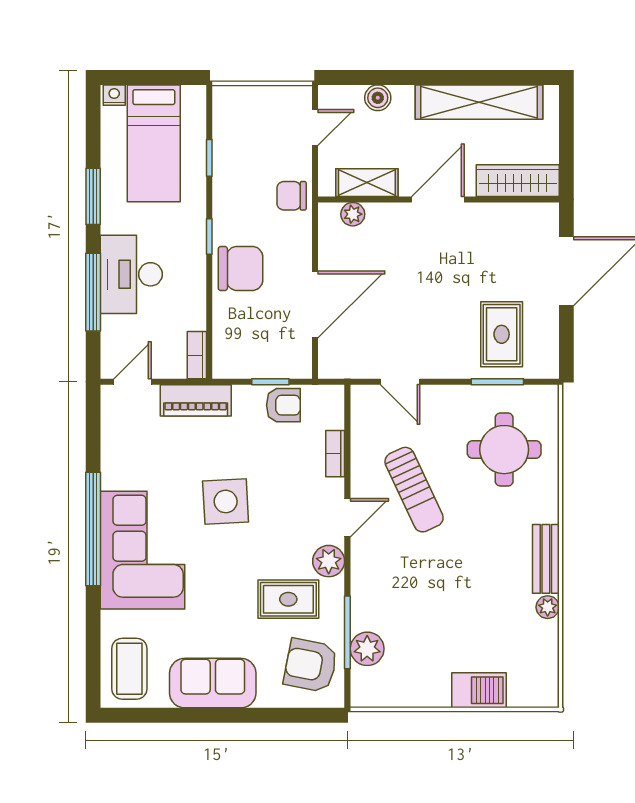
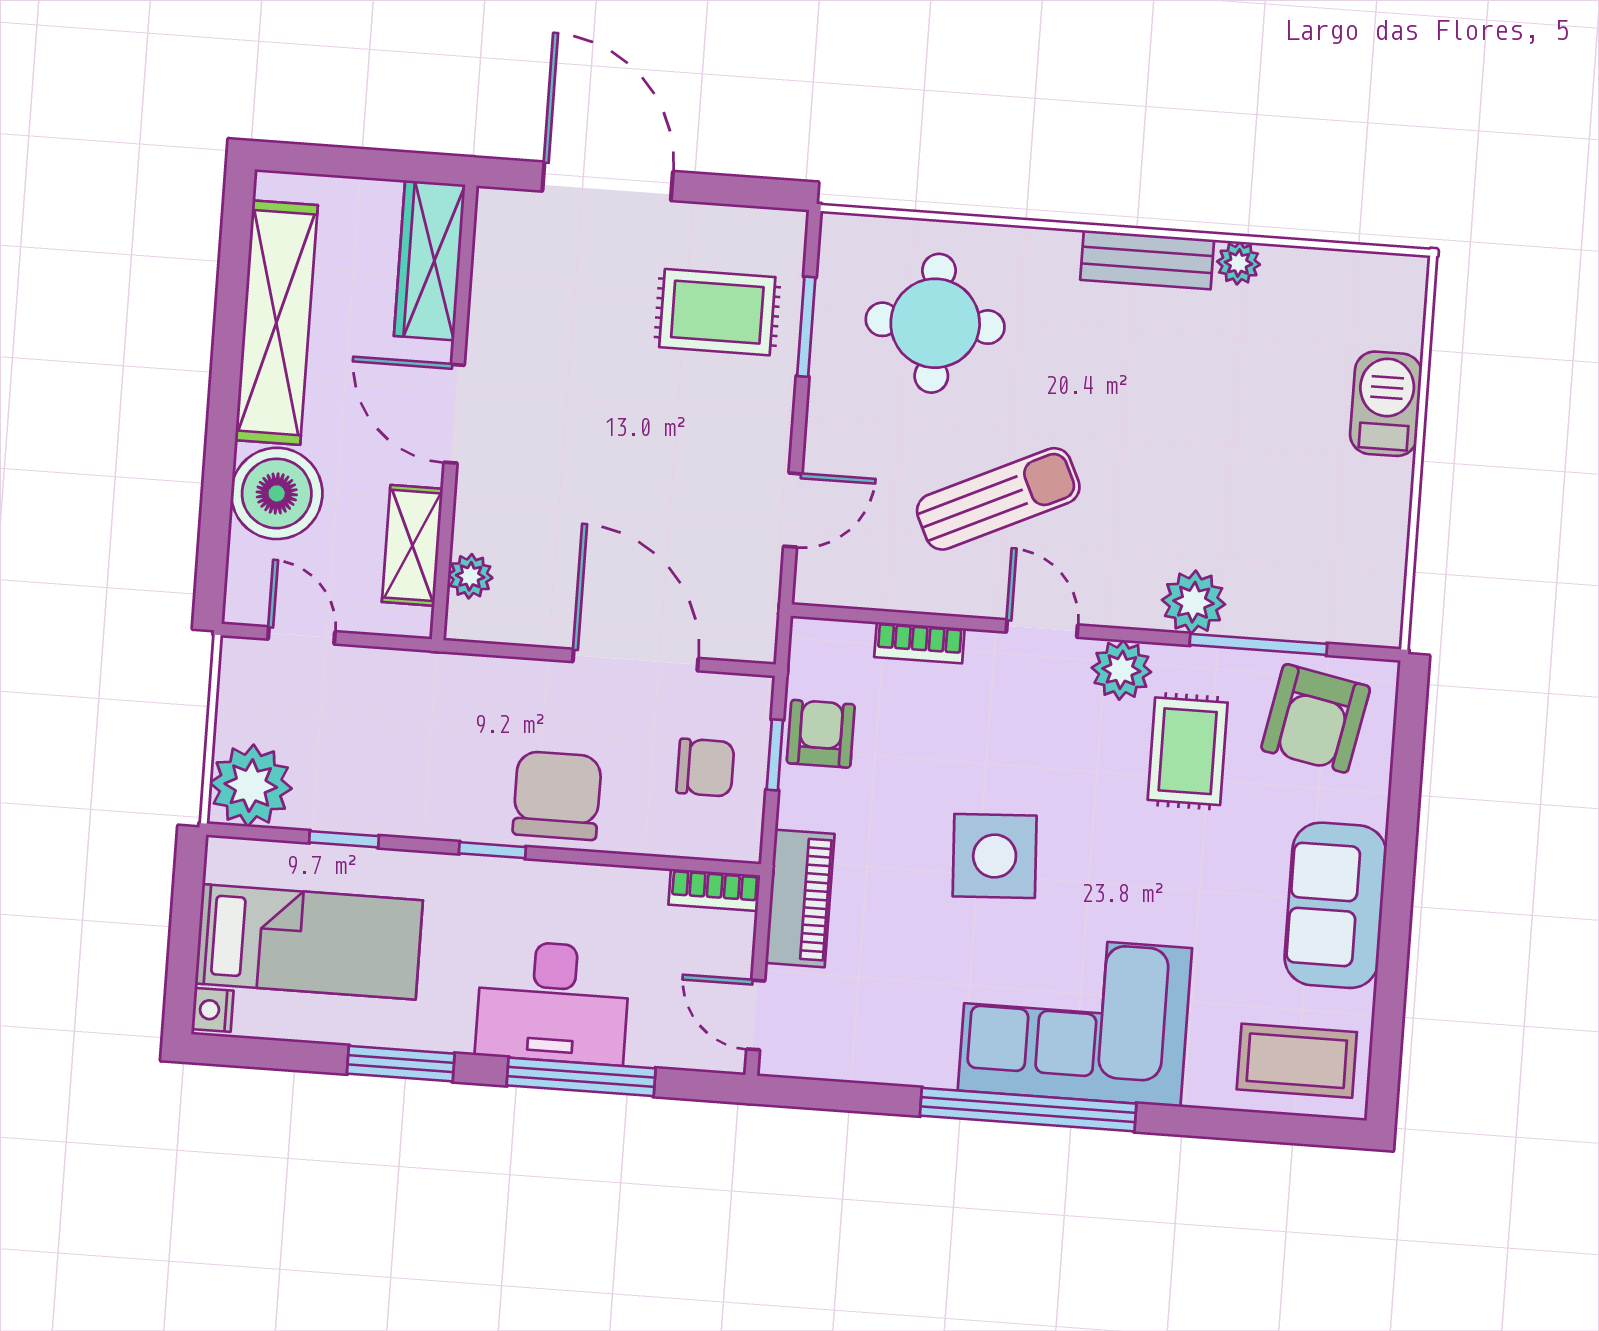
boiler: (378, 98) -> (277, 493), width x1.86, depth x1.86
plant: (234, 107) -> (251, 786), added
chair: (292, 196) -> (705, 768), moved, turned -90
plant: (367, 649) -> (1194, 602), moved

